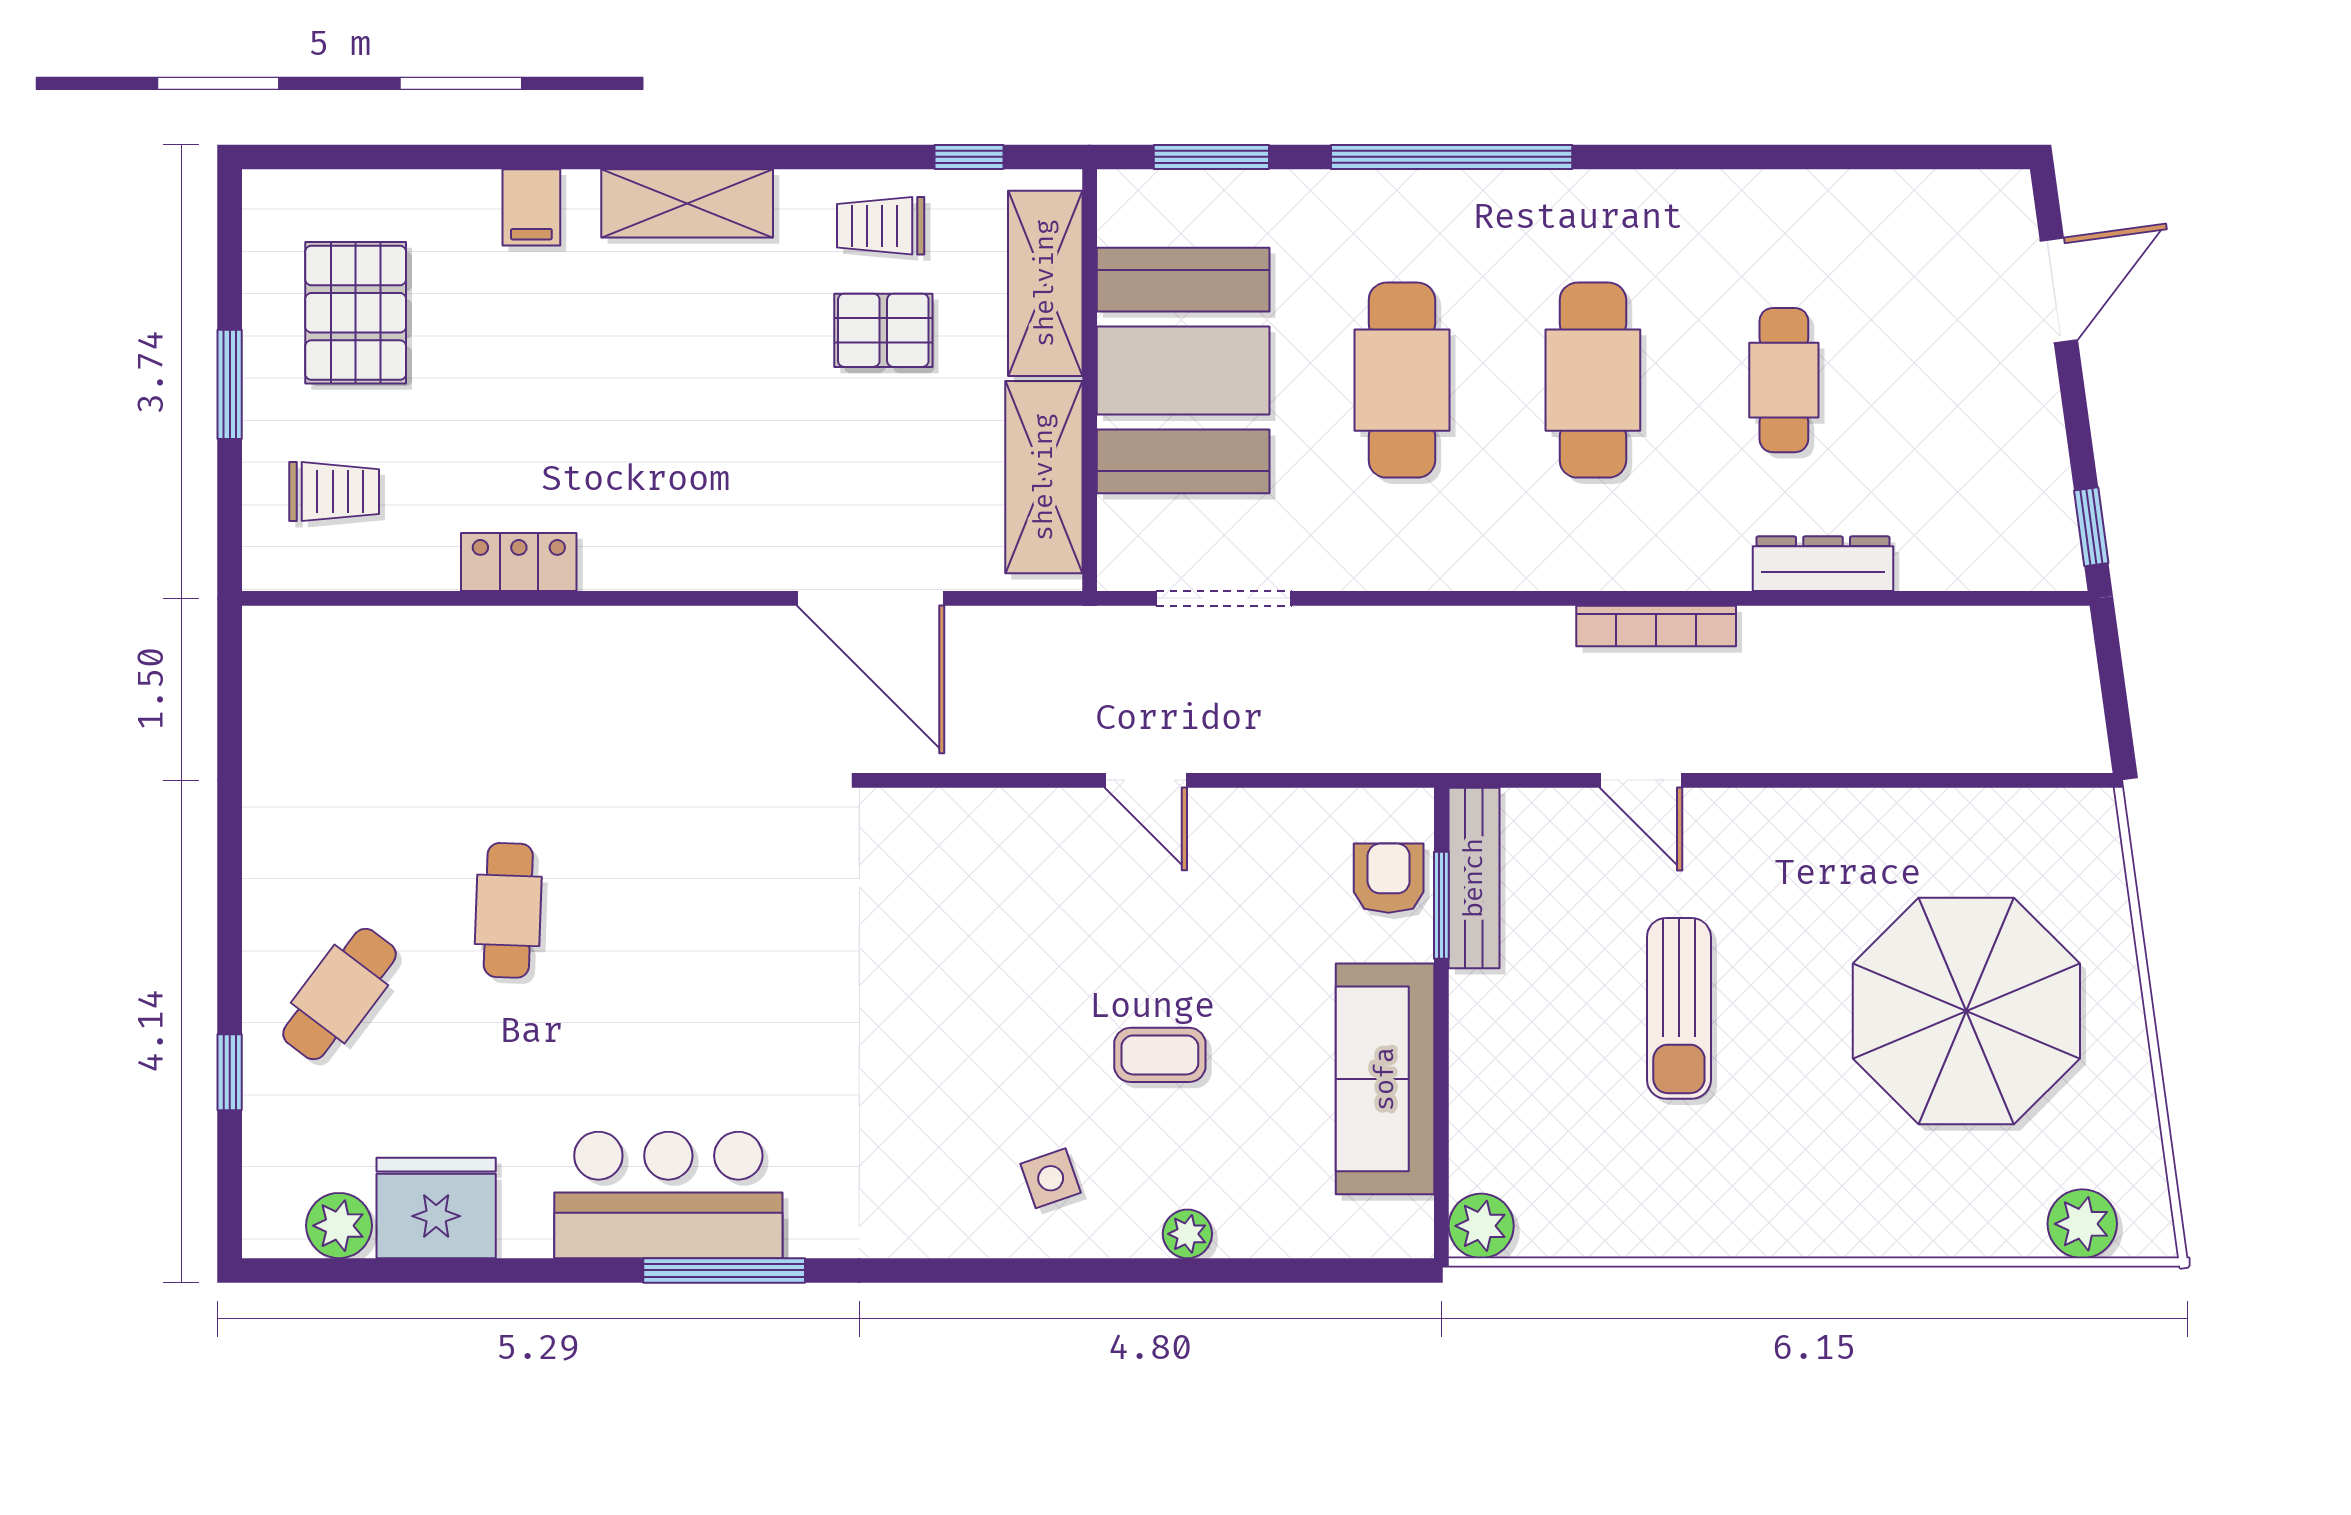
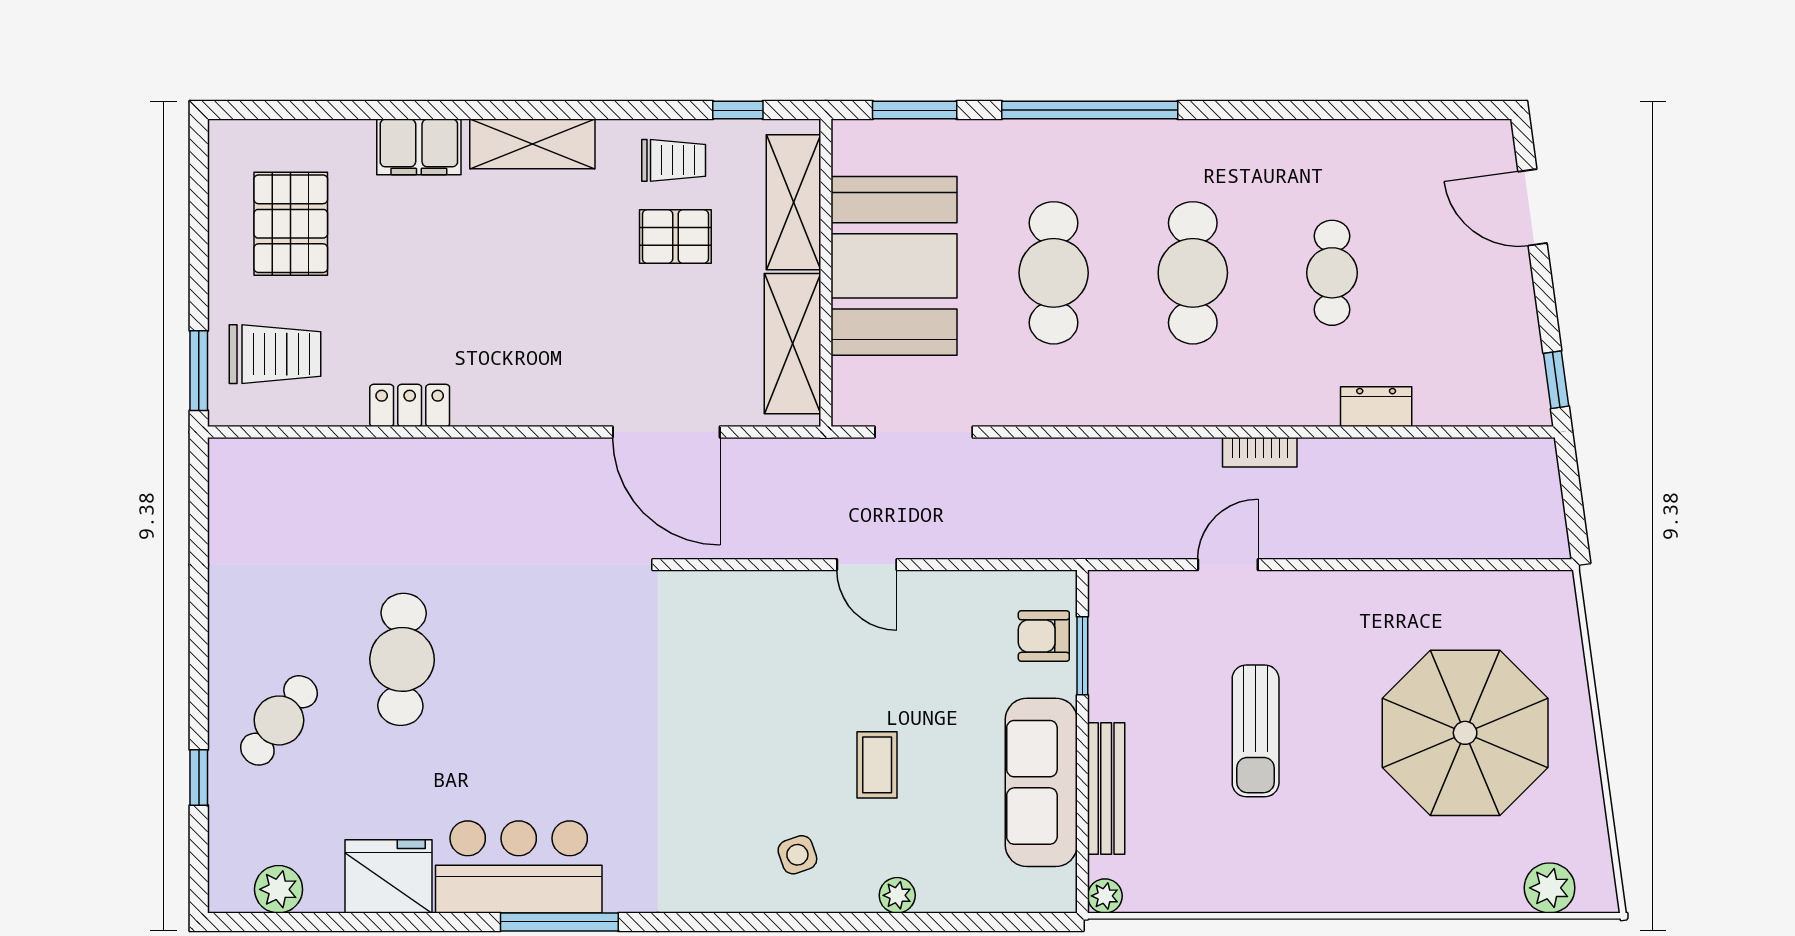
filing cabinet: (531, 207) -> (419, 147), width x2.00
trolley: (881, 226) -> (674, 160), turned 180
door: (2059, 290) -> (1533, 207), swing flipped
window: (230, 384) -> (199, 371), moved
trolley: (334, 492) -> (275, 354), width x1.36, depth x1.39
dresser: (1823, 564) -> (1376, 407), width x0.70
bookcase: (1656, 626) -> (1260, 452), width x0.64
door: (1641, 780) -> (1228, 565), swing flipped
armchair: (1389, 878) -> (1044, 636), turned -90
bench: (1474, 878) -> (1106, 788), moved
cafe table: (508, 910) -> (402, 659), width x1.37, depth x1.35
coffee table: (1160, 1055) -> (877, 765), turned 90
fridge: (436, 1208) -> (389, 876), moved
plant: (1481, 1226) -> (1105, 896), width x0.73, depth x0.73

